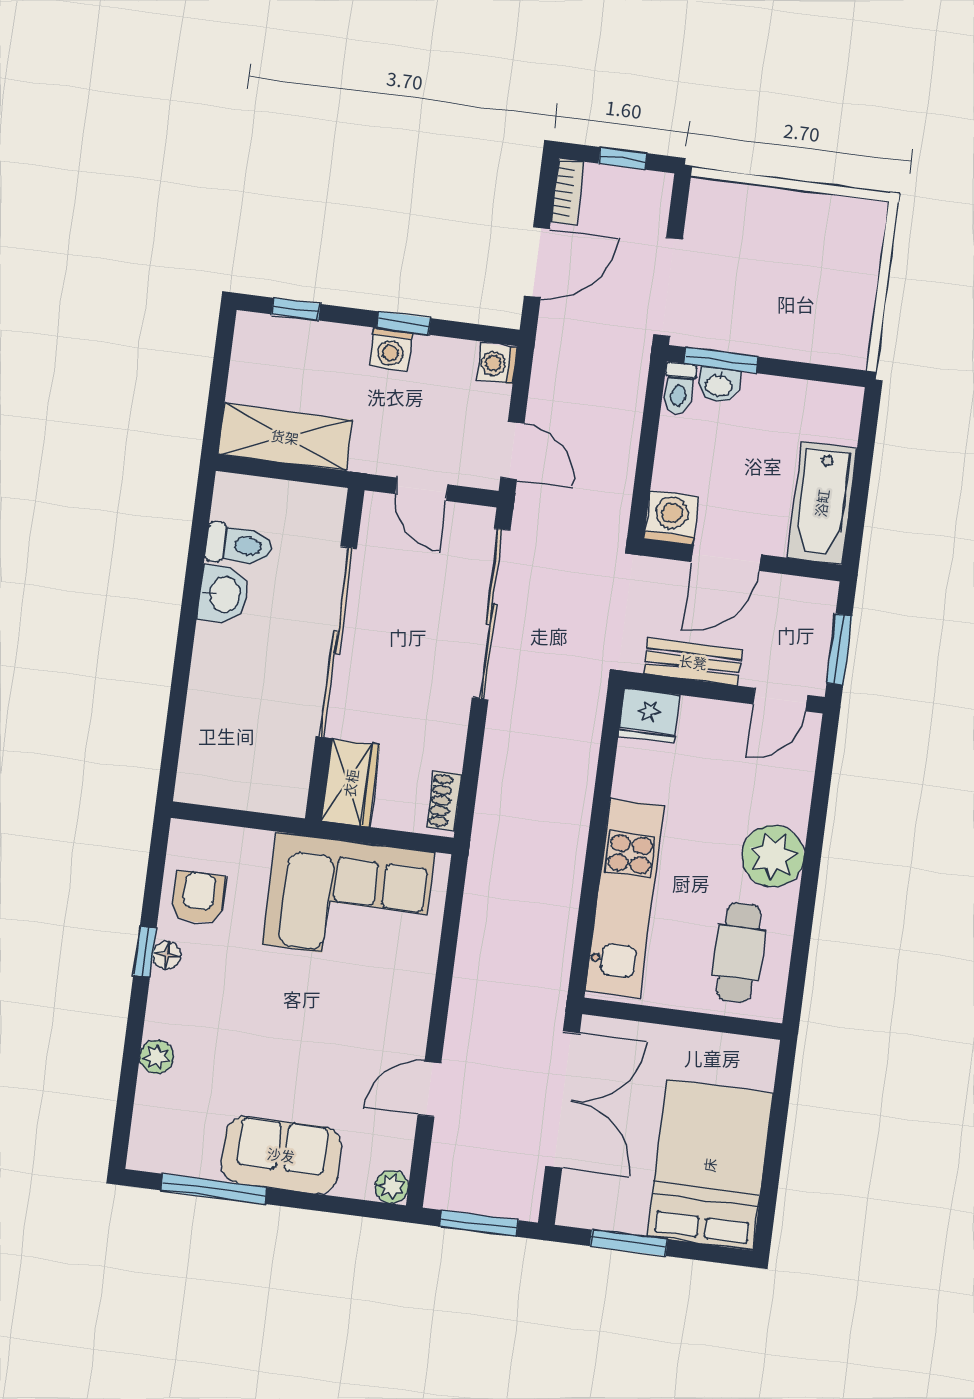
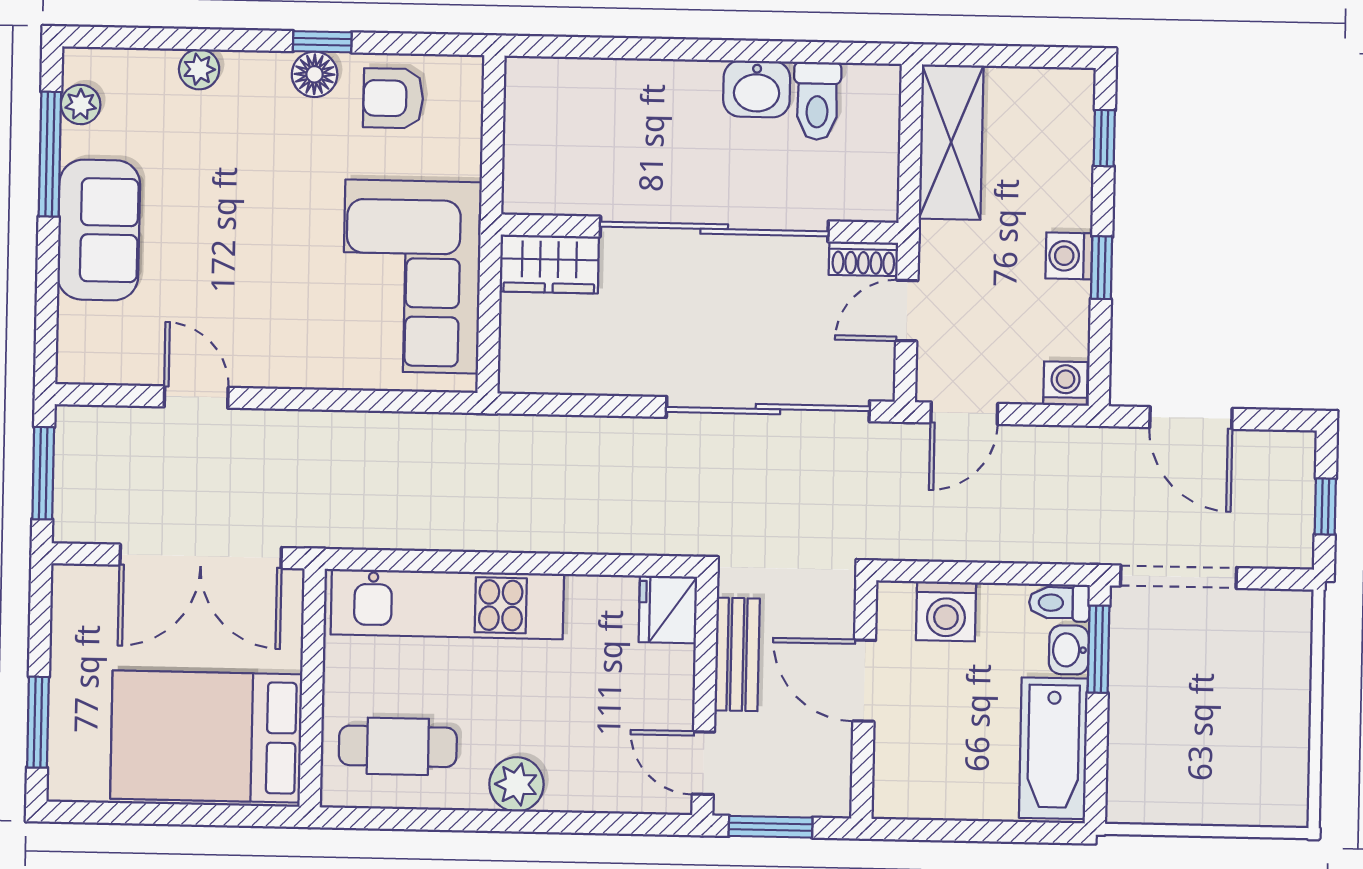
bookcase: (567, 192) -> (1278, 445), removed
bathtub: (822, 503) -> (1053, 748), moved, turned -90
washing machine: (671, 518) -> (946, 611), moved, turned 90
shoe rack: (444, 801) -> (863, 259), moved, turned 180
plant: (773, 856) -> (516, 784), width x0.73, depth x0.73
armchair: (198, 898) -> (393, 98), turned 180
floor lamp: (167, 955) -> (315, 74), width x1.37, depth x1.37
bed: (710, 1165) -> (206, 737), moved, turned 180
plant: (392, 1187) -> (81, 104), moved
window: (629, 1243) -> (38, 722), moved

